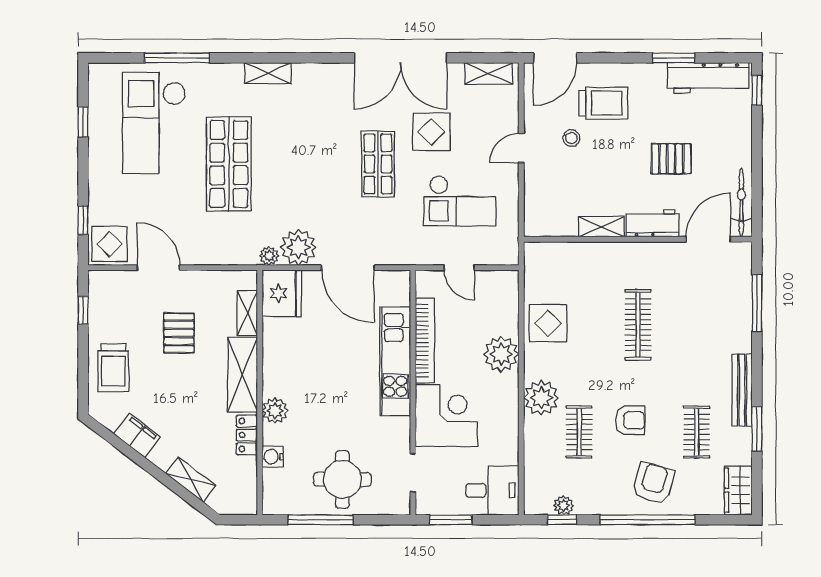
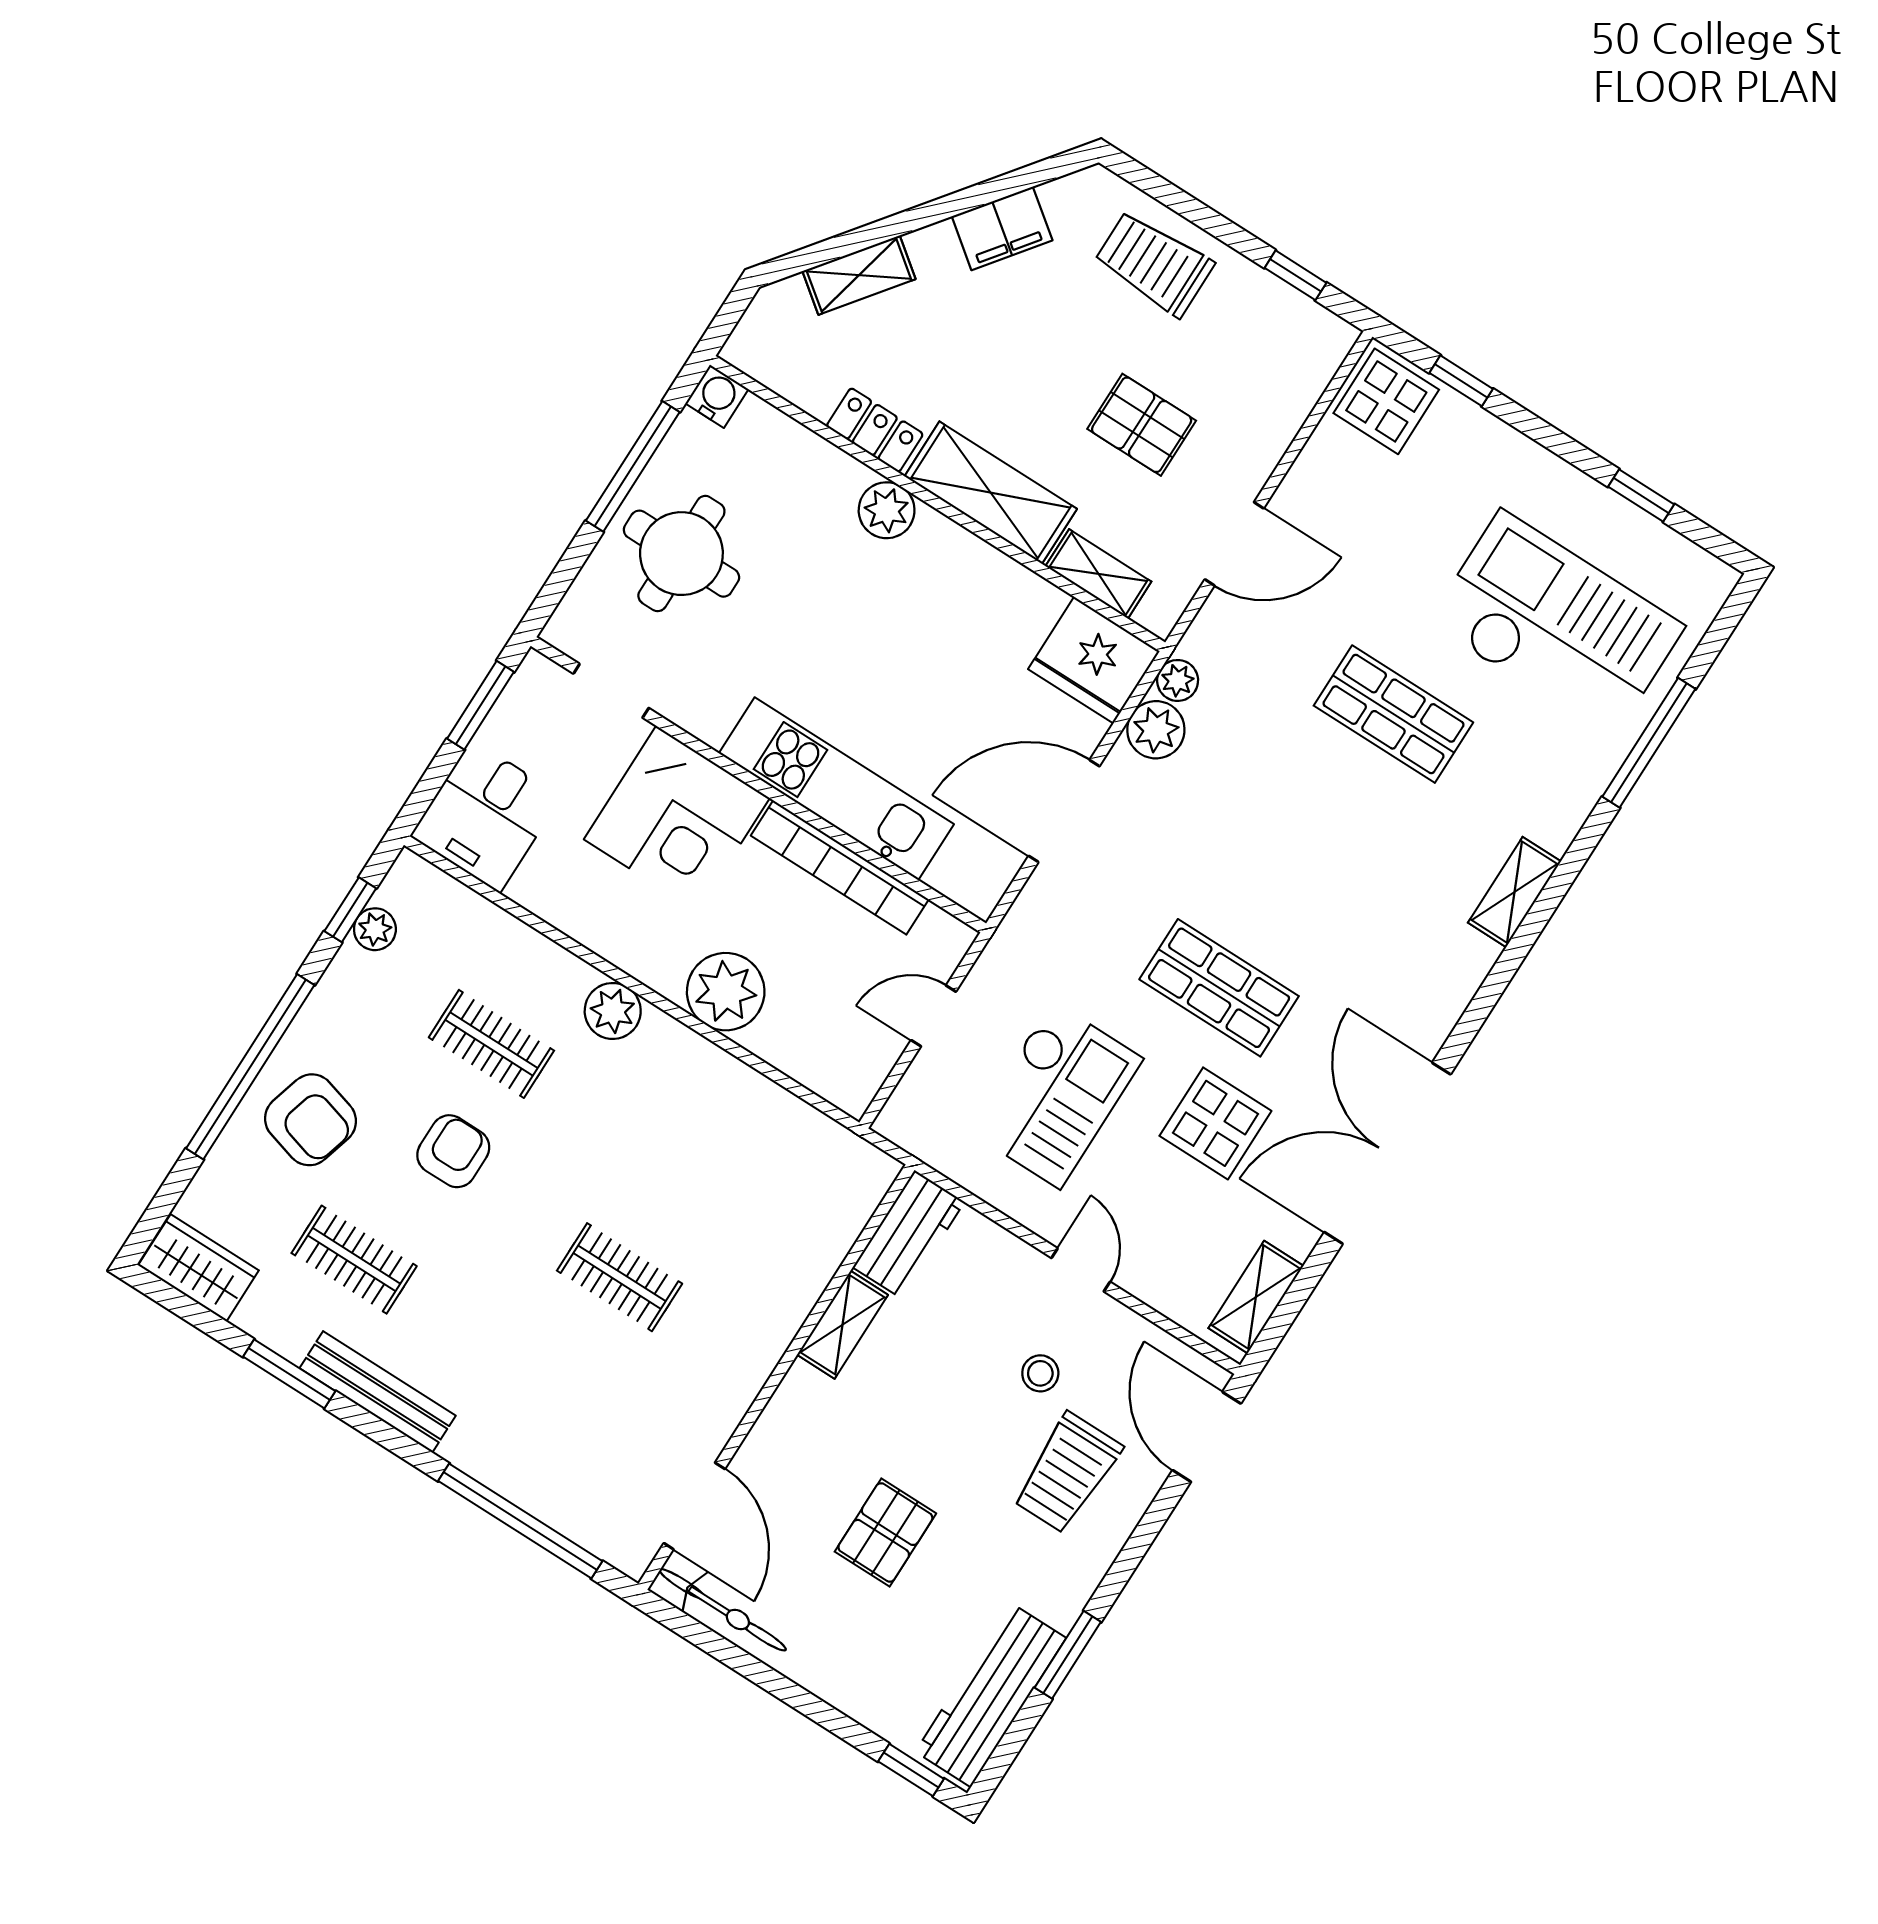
shop shelf: (229, 164) -> (1393, 714), width x0.70, depth x0.74
checkout: (460, 201) -> (1056, 1095), turned 180
workbench: (653, 223) -> (909, 1235), moved
plant: (298, 247) -> (1156, 730), width x0.73, depth x0.73
door: (158, 268) -> (1234, 544), moved
window: (757, 303) -> (520, 1521), width x1.46
display table: (548, 323) -> (728, 1114), removed
clothes rail: (638, 325) -> (620, 1277), width x0.73
plant: (541, 398) -> (613, 1011), width x0.73, depth x0.73
armchair: (630, 420) -> (453, 1151), turned 180
water cooler: (273, 457) -> (717, 396), moved

